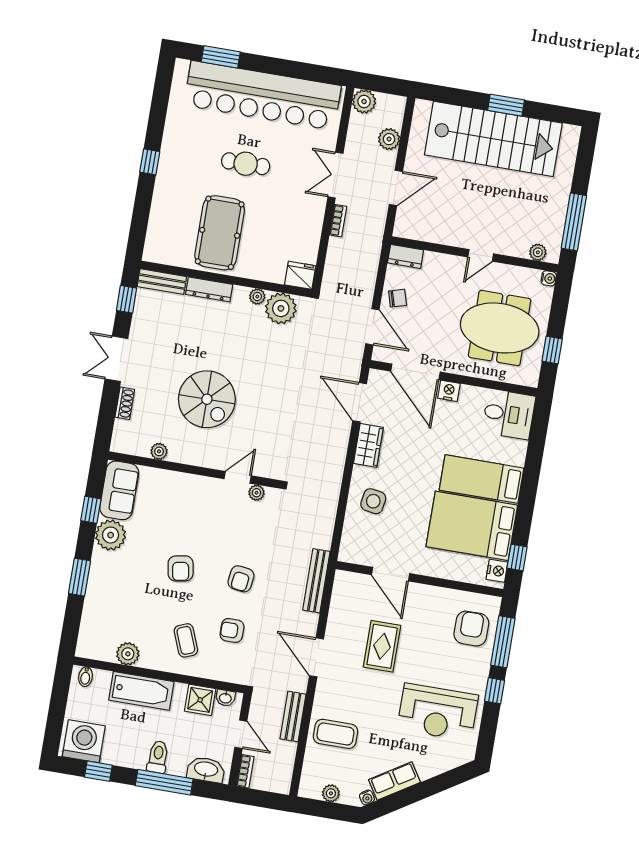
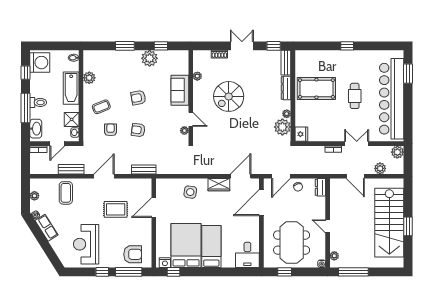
nightstand: (449, 391) -> (254, 222), removed
sofa: (119, 490) -> (180, 90), moved, turned 90
bench: (316, 581) -> (144, 169), width x0.73

